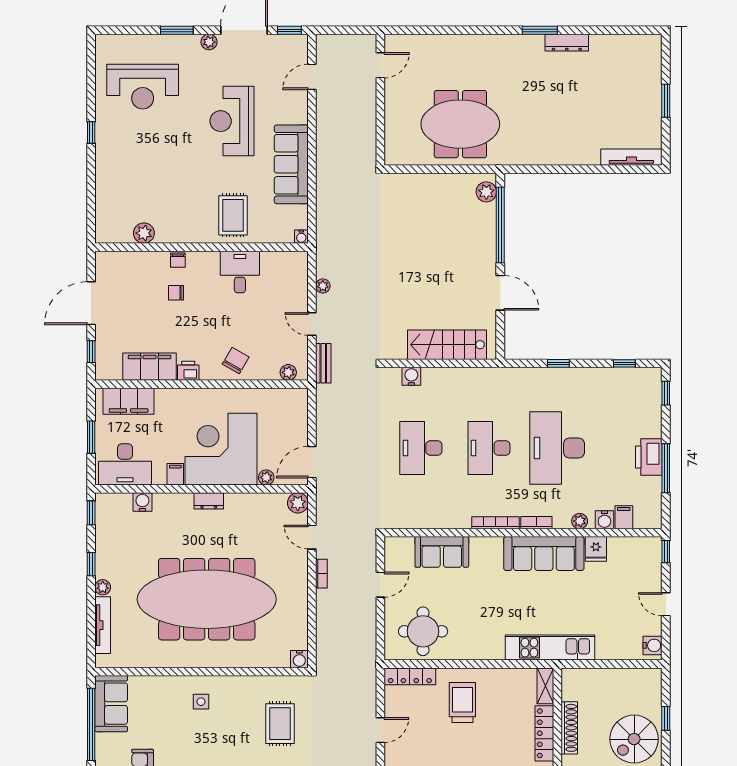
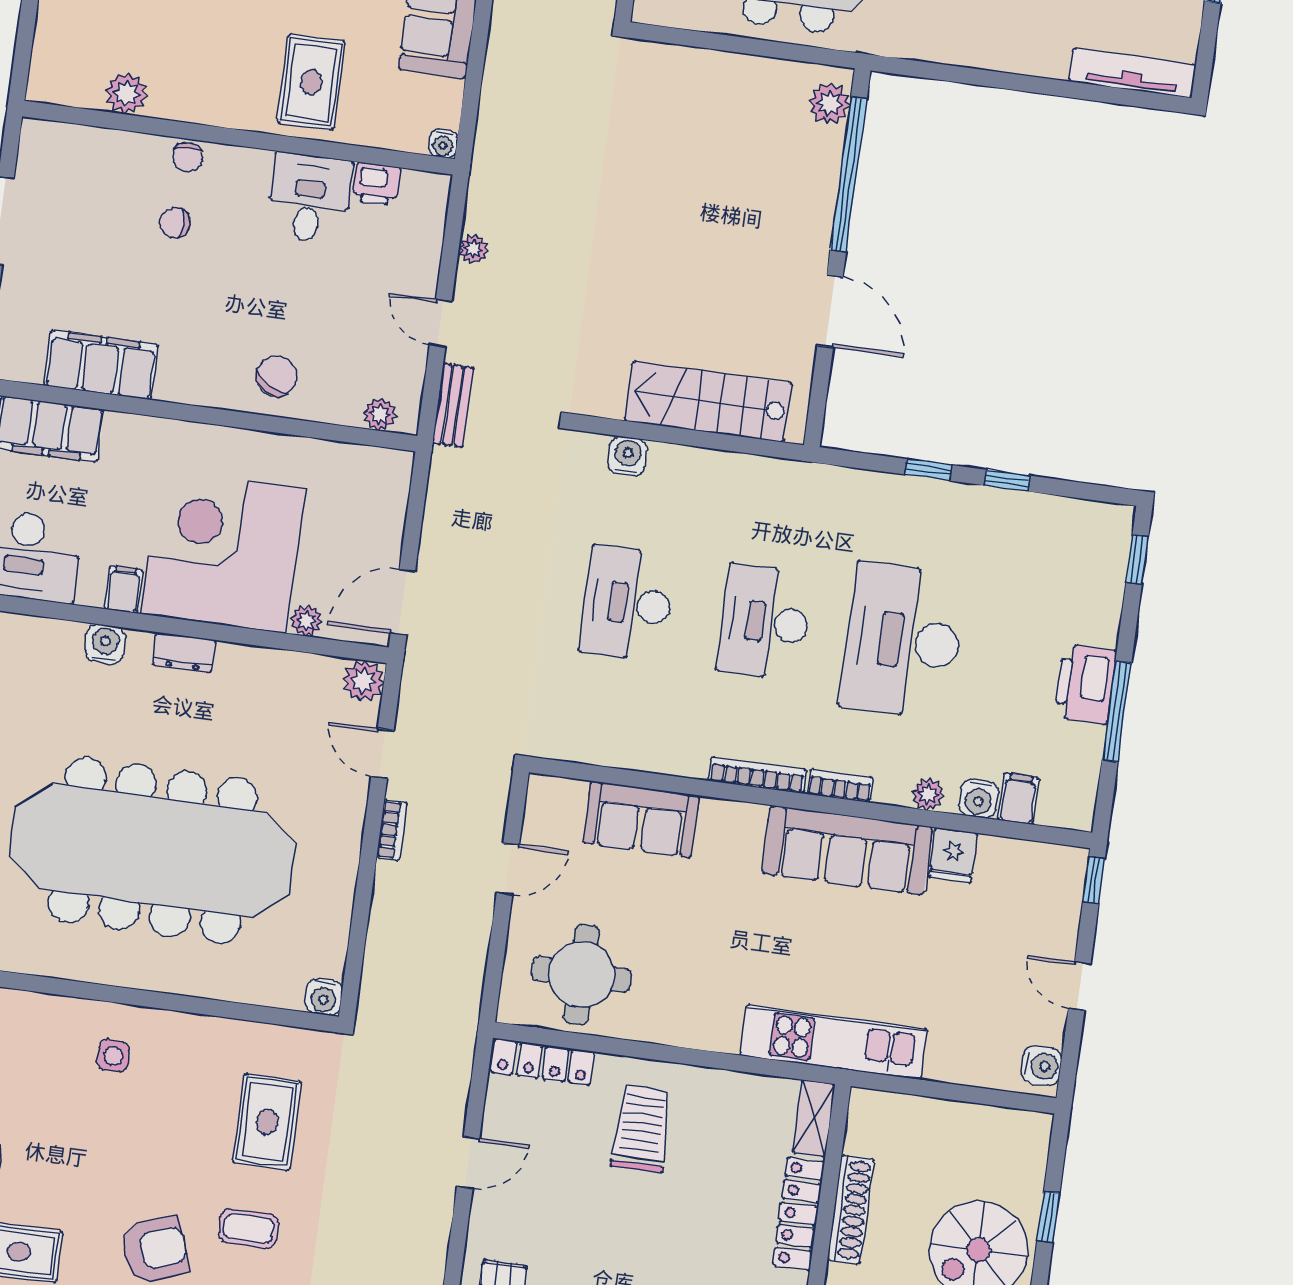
window: (624, 363) -> (1007, 480), moved
printer: (188, 371) -> (376, 184), moved, turned 180
water cooler: (142, 502) -> (105, 644), moved

